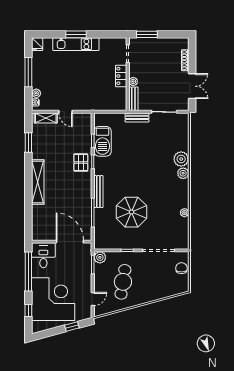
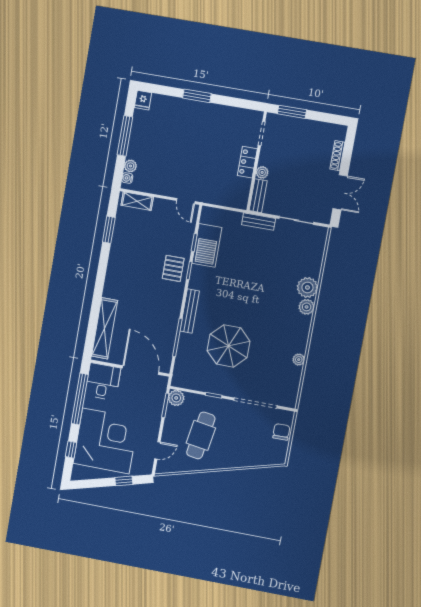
kitchen unit: (76, 44) -> (194, 109), removed
door: (66, 112) -> (186, 201), moved
shelving: (38, 182) -> (105, 328), moved

